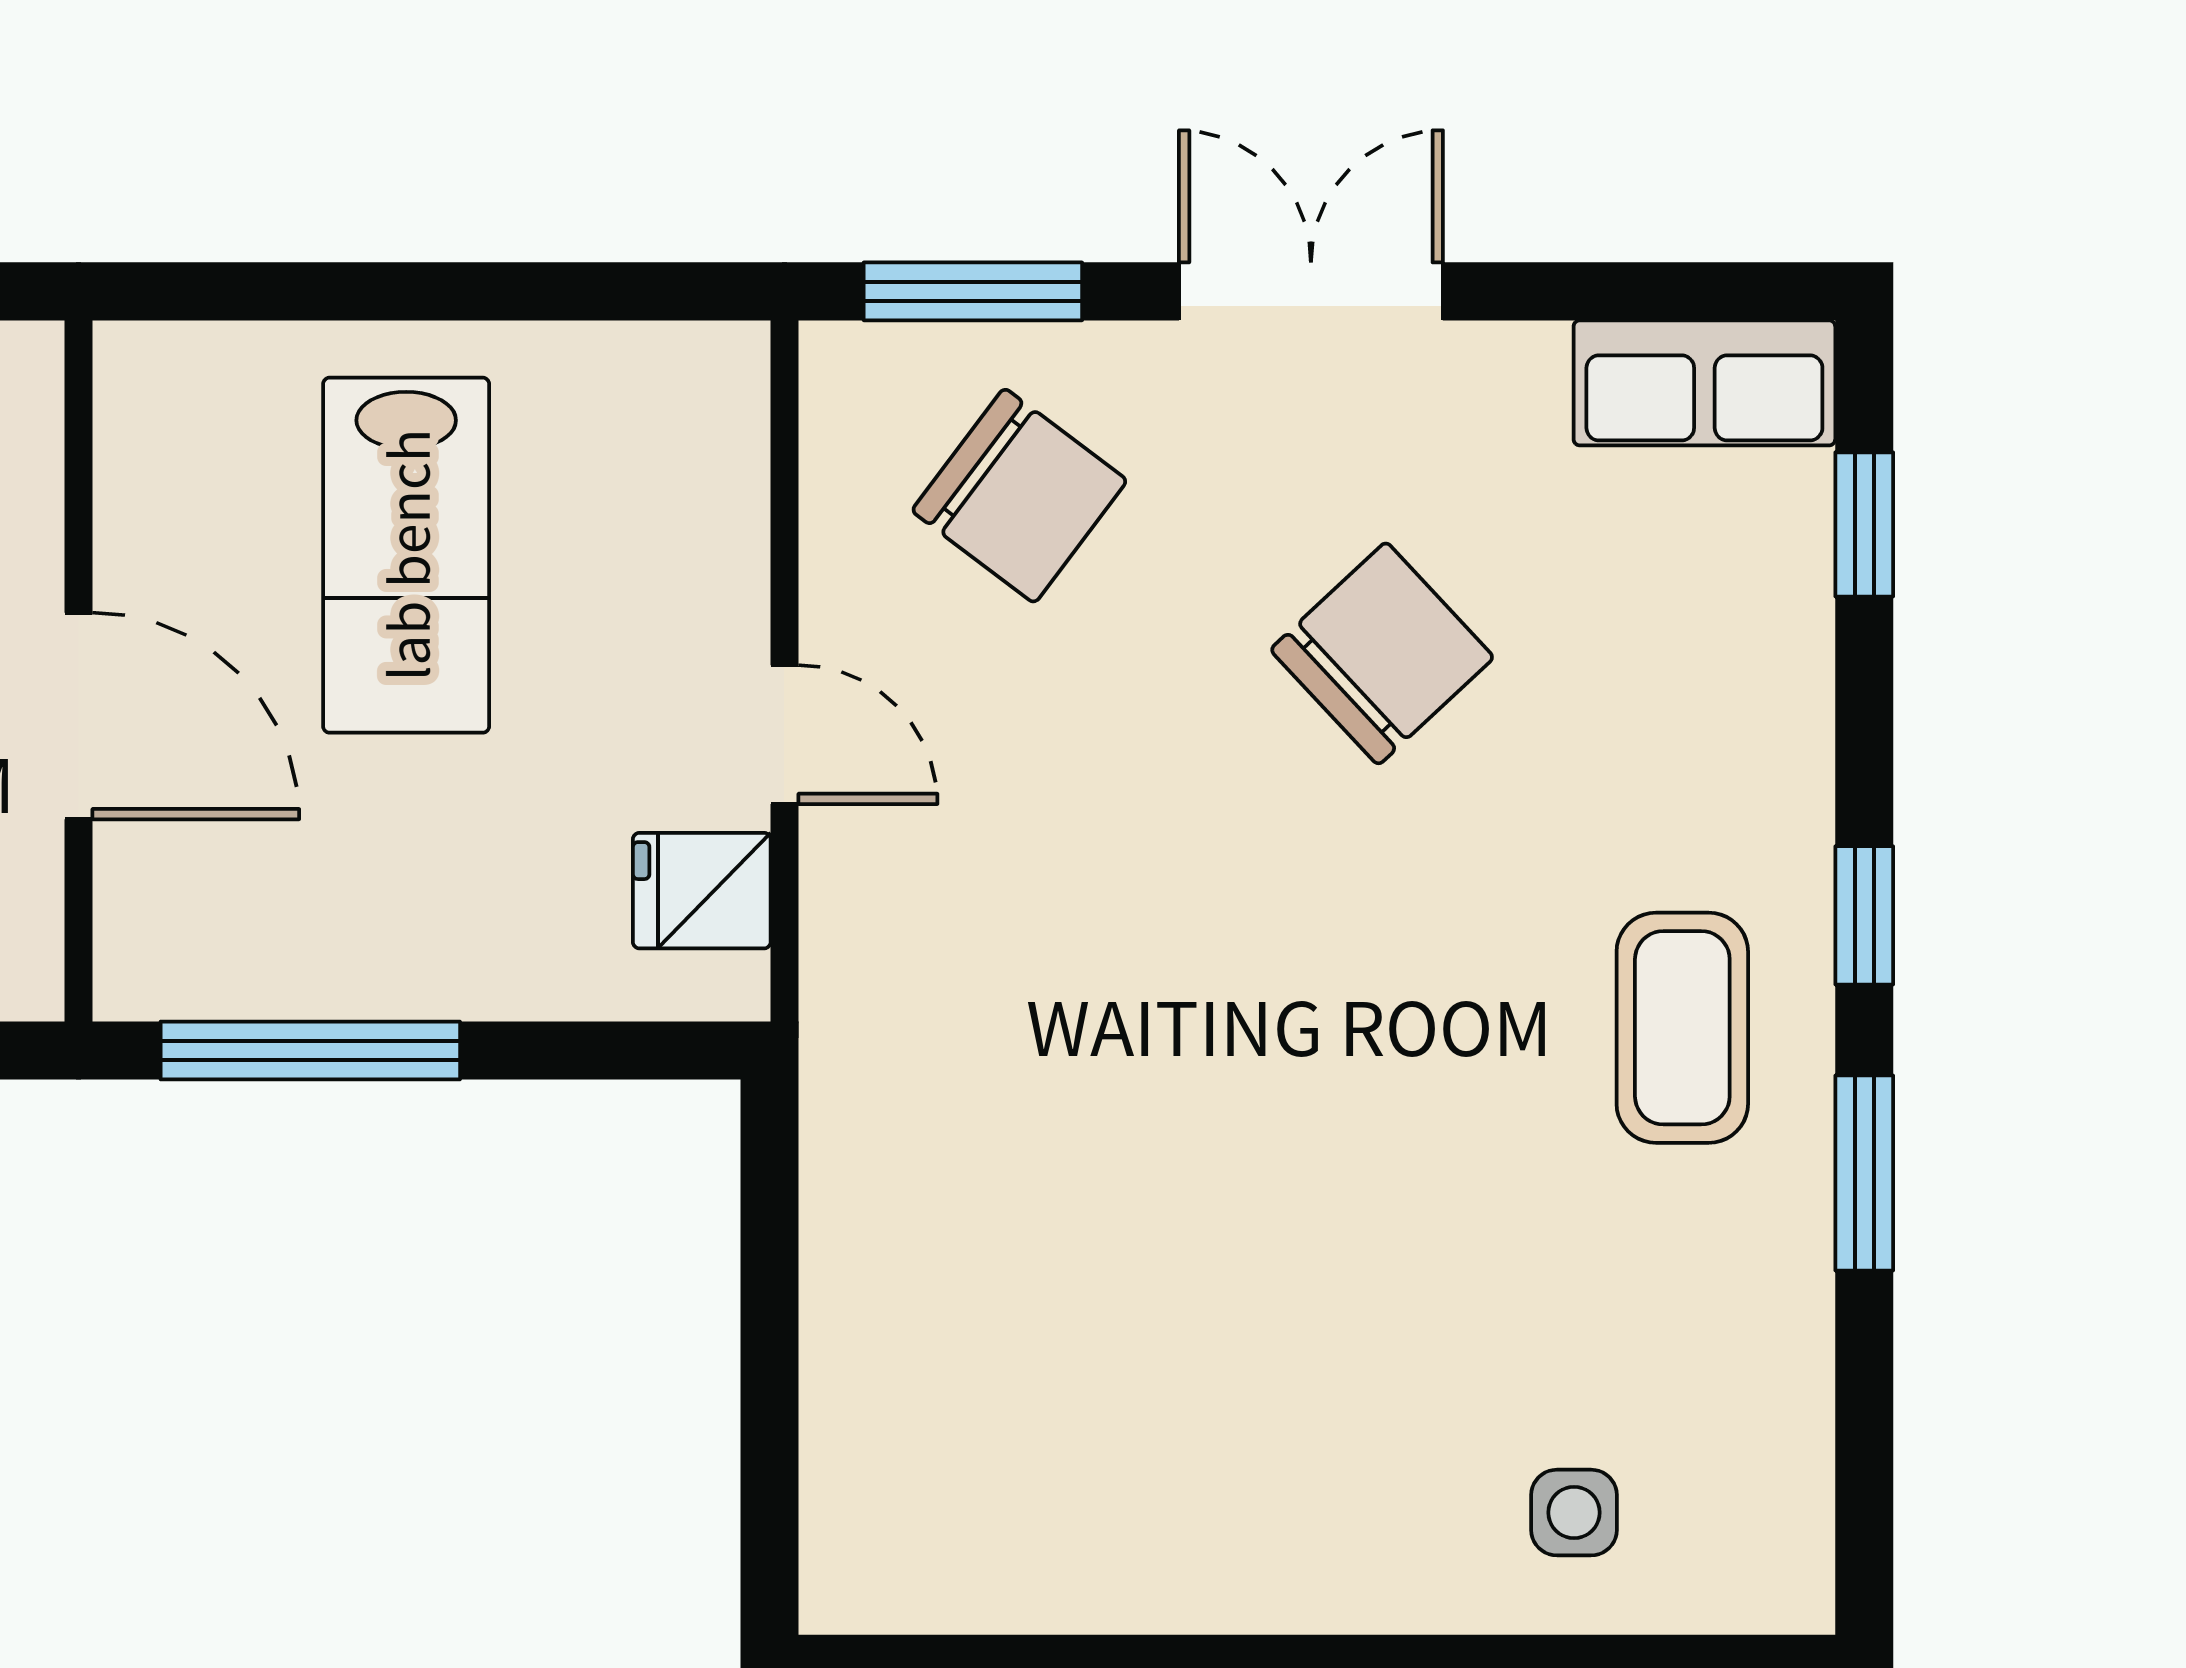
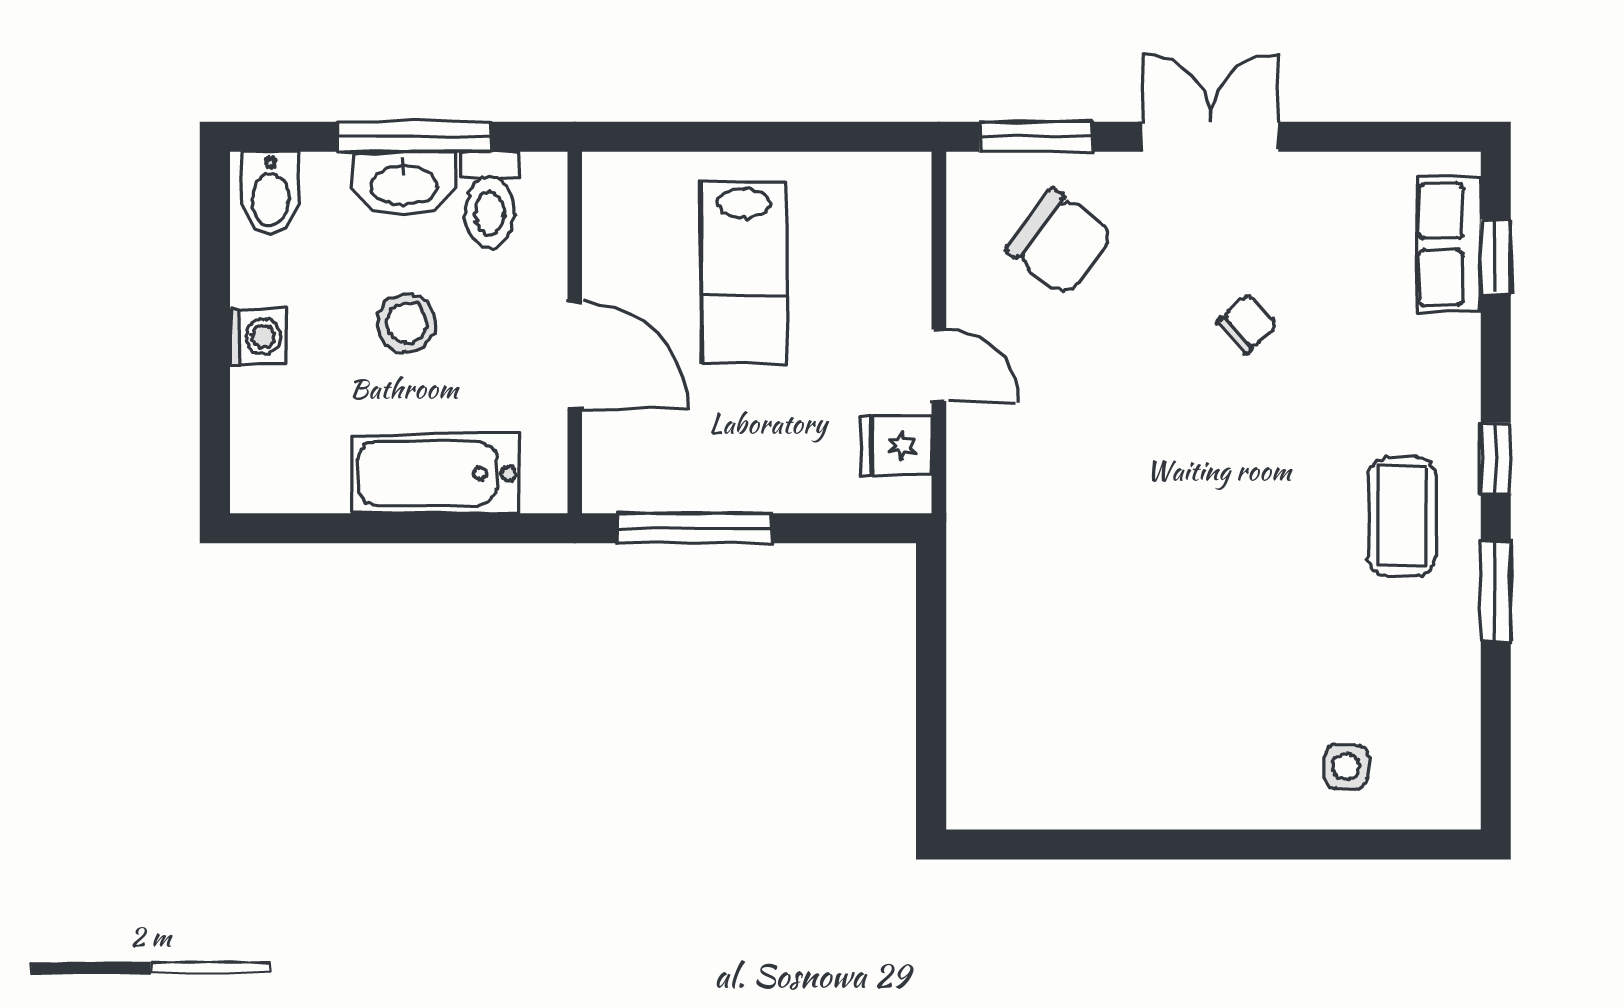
row of seats: (1704, 383) -> (1448, 244), moved, turned 90
chair: (1382, 653) -> (1247, 323), width x0.54, depth x0.54

